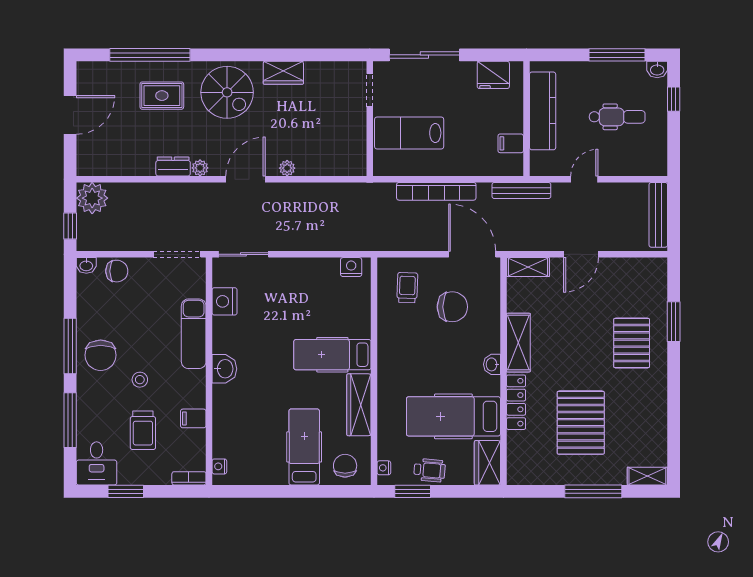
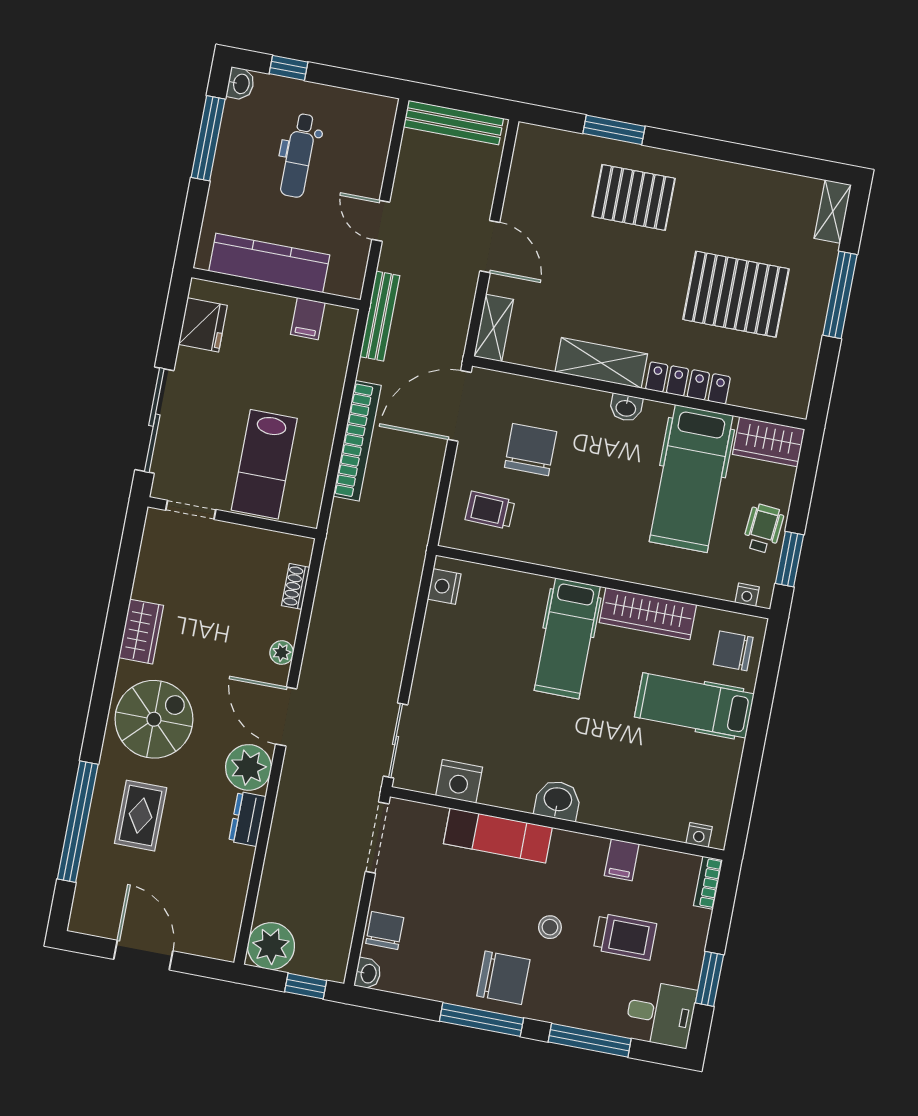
dental chair: (617, 117) -> (299, 155), turned 180
plant: (200, 168) -> (248, 767), width x1.87, depth x1.87
shoe rack: (332, 169) -> (296, 586), added

